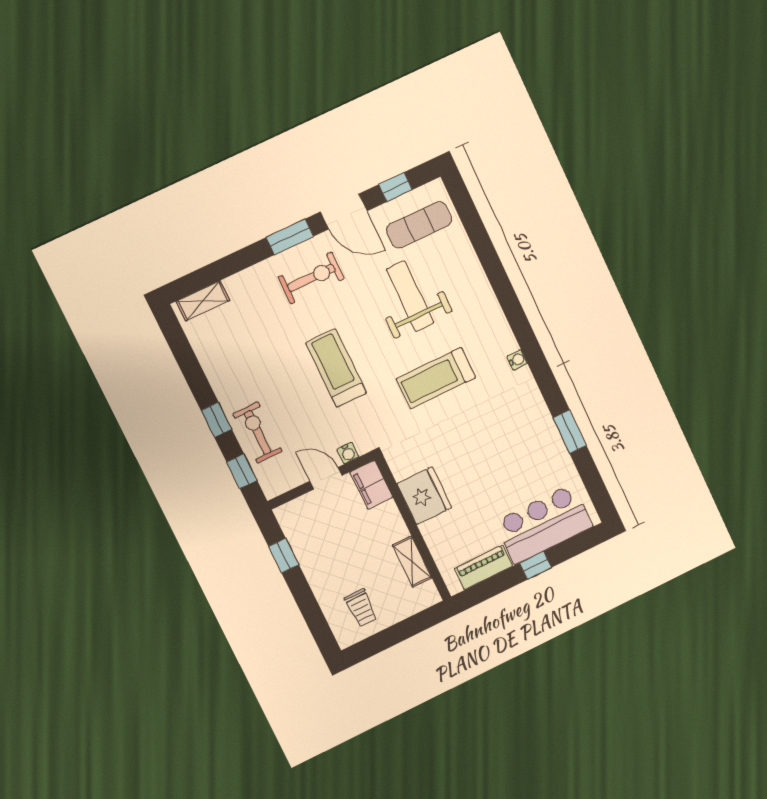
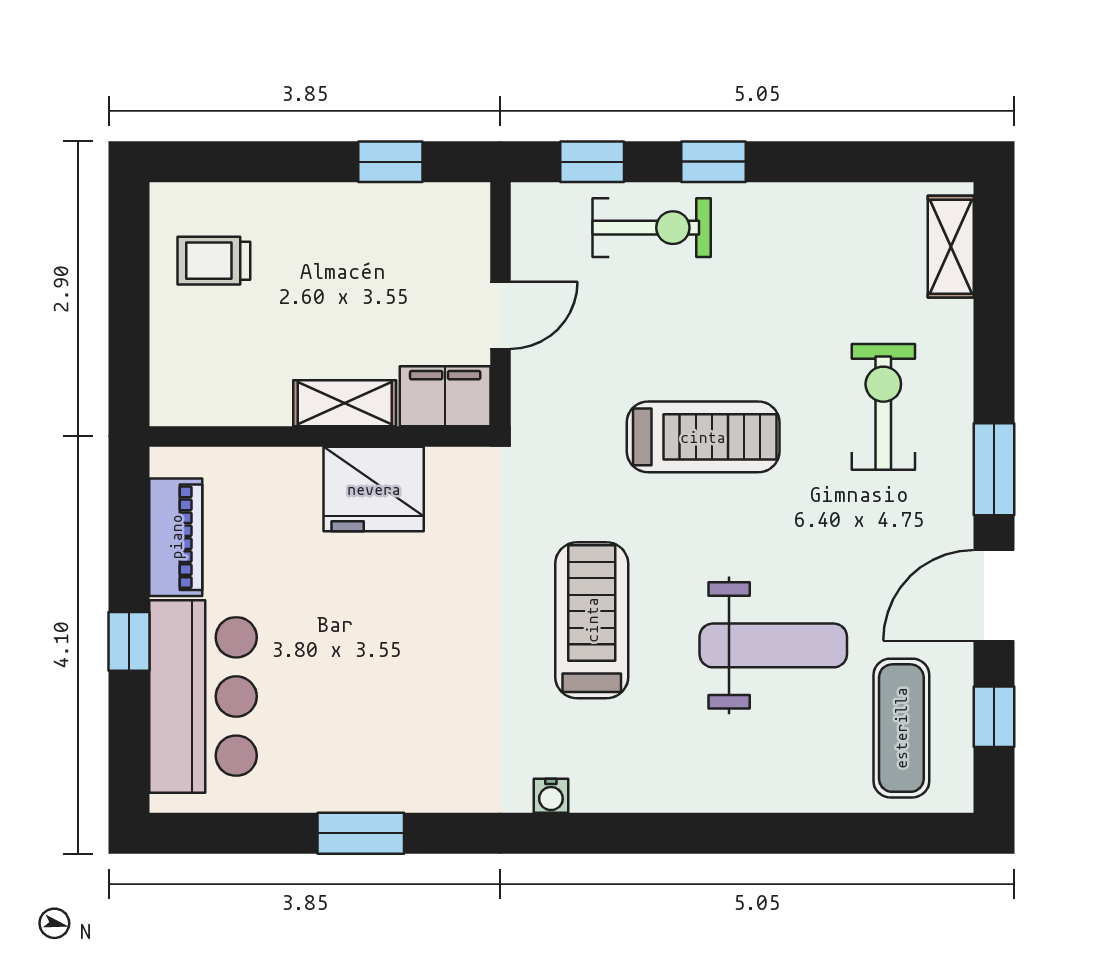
exercise bike: (311, 278) -> (883, 407), moved, turned 180
water cooler: (348, 453) -> (529, 381), removed
shelving: (412, 562) -> (345, 403), moved

